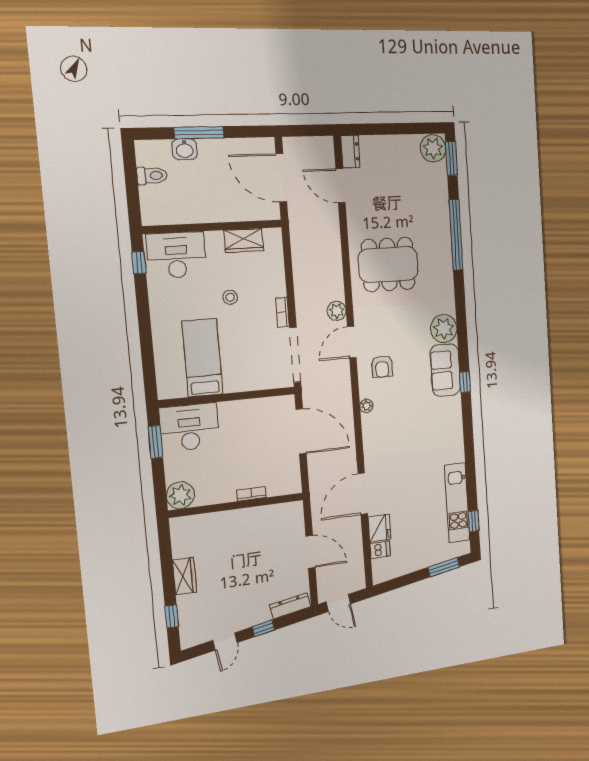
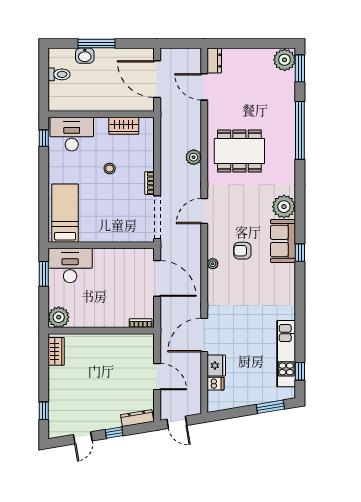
plant: (337, 311) -> (194, 157), moved
bed: (202, 358) -> (65, 213), moved
armchair: (382, 367) -> (242, 251), moved, turned 90
bookcase: (251, 494) -> (141, 323), moved
wardrobe: (184, 576) -> (56, 351), moved

